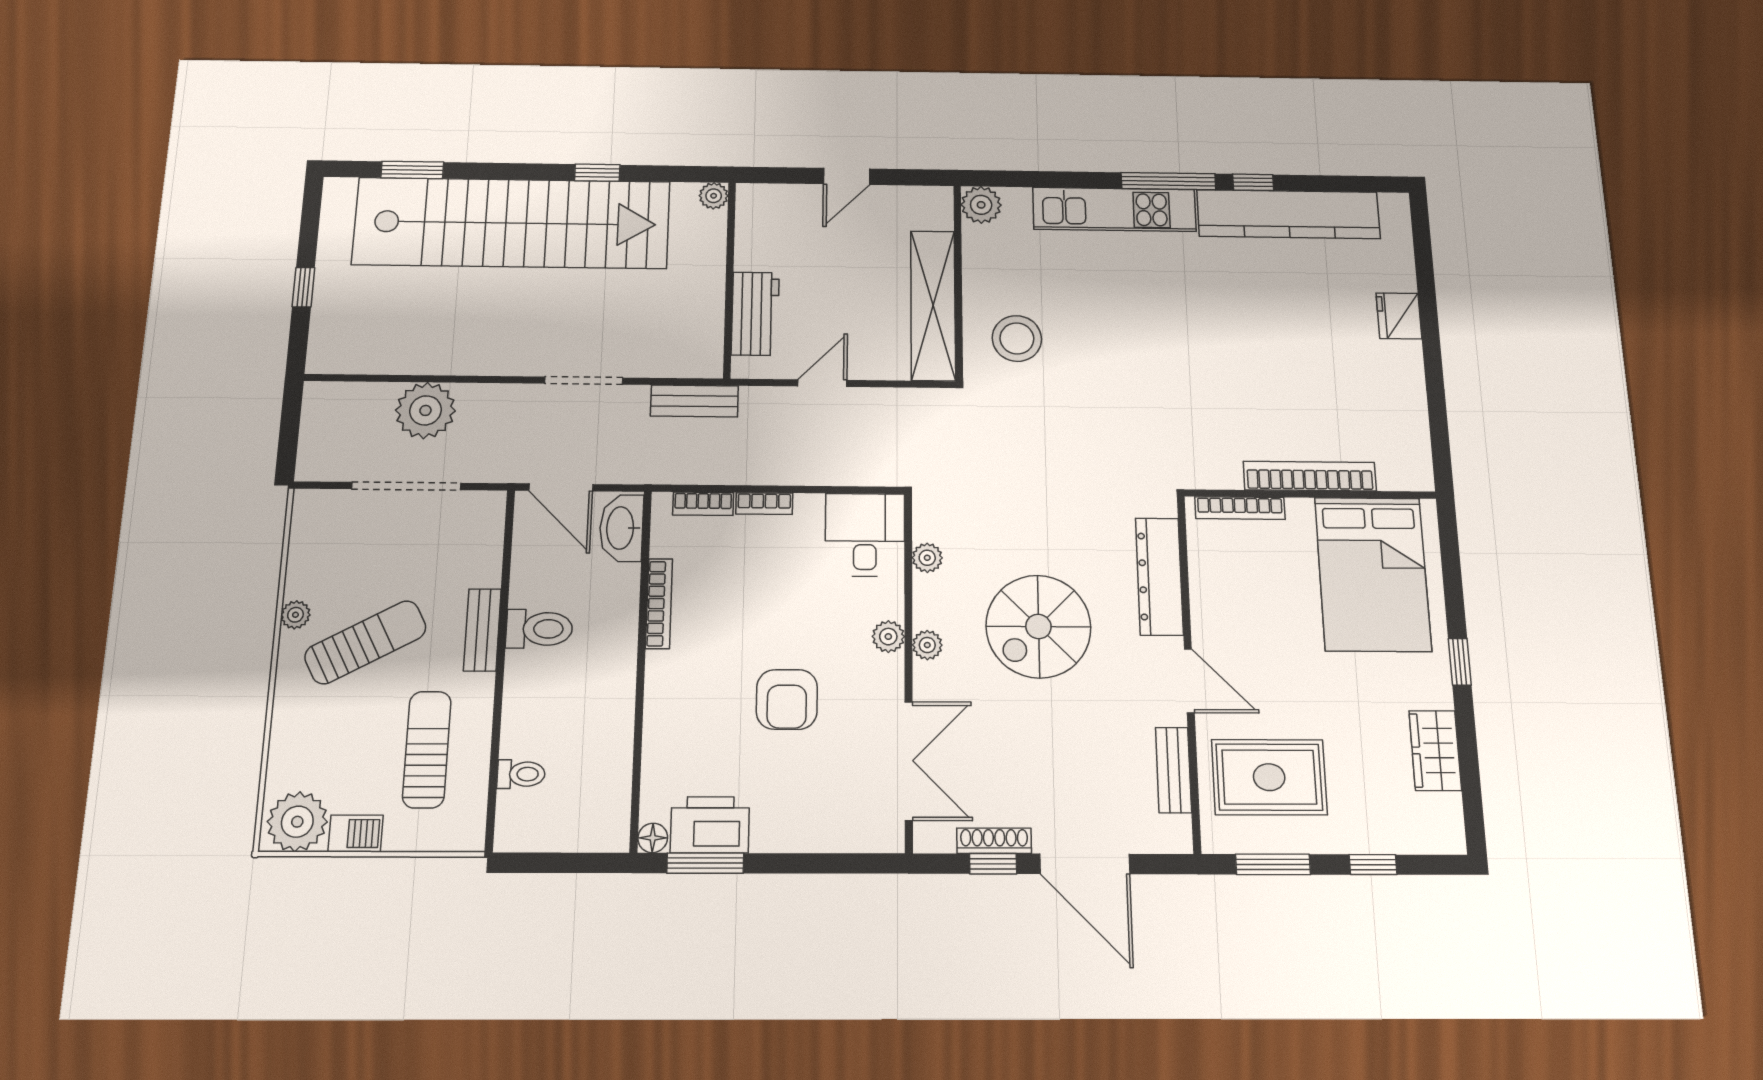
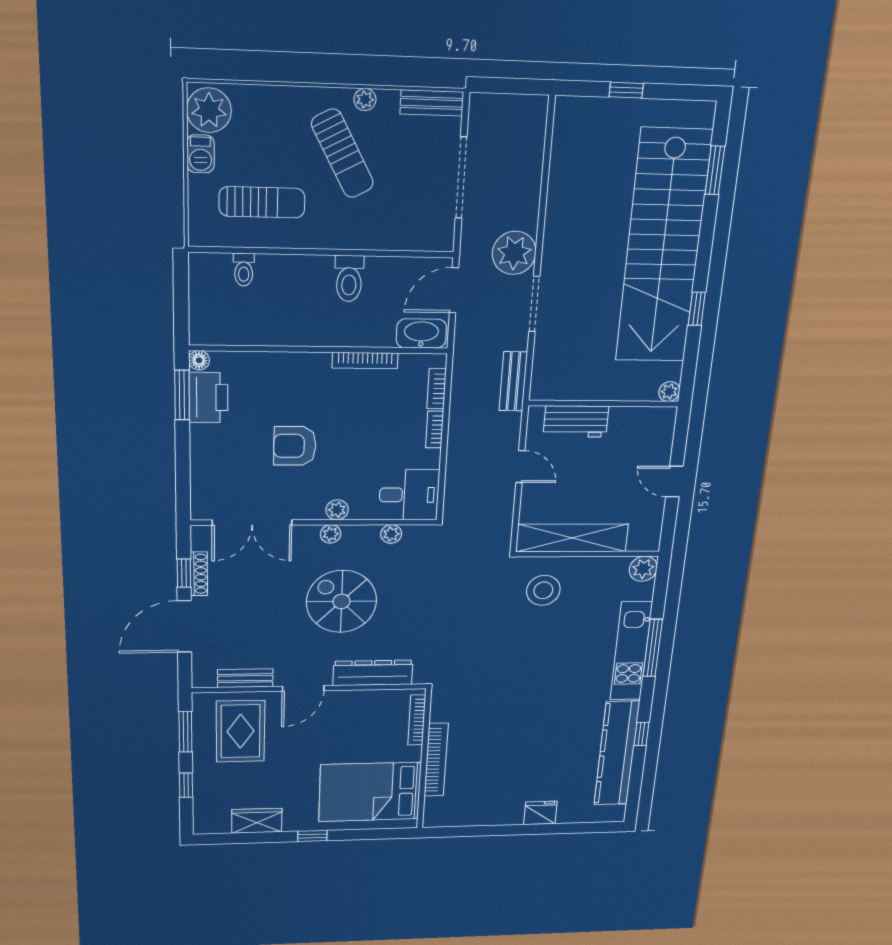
window: (1168, 181) -> (653, 648), moved
plant: (425, 410) -> (514, 253), moved
bench: (482, 630) -> (432, 103), moved

